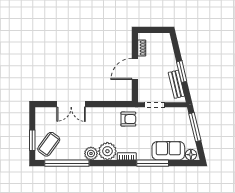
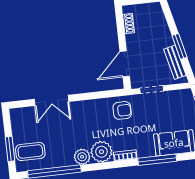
door: (135, 69) -> (125, 64), moved
coffee table: (49, 144) -> (30, 151), turned 54

